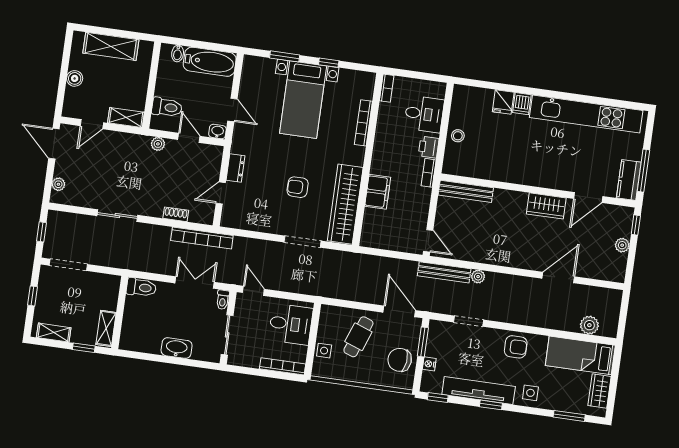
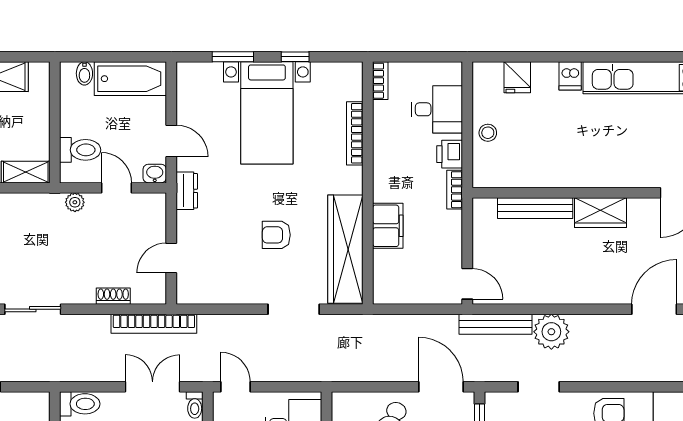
fridge: (503, 102) -> (517, 77), moved
dresser: (235, 168) -> (187, 191), moved
bench: (466, 191) -> (535, 208), moved
wardrobe: (546, 206) -> (600, 213), moved
plant: (478, 277) -> (551, 332), width x1.87, depth x1.87

